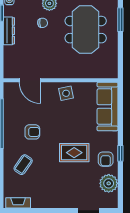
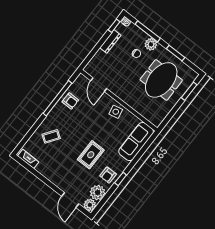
armchair: (32, 132) -> (70, 101), moved
rug: (74, 153) -> (91, 155), turned 90
plant: (110, 201) -> (90, 205), added

